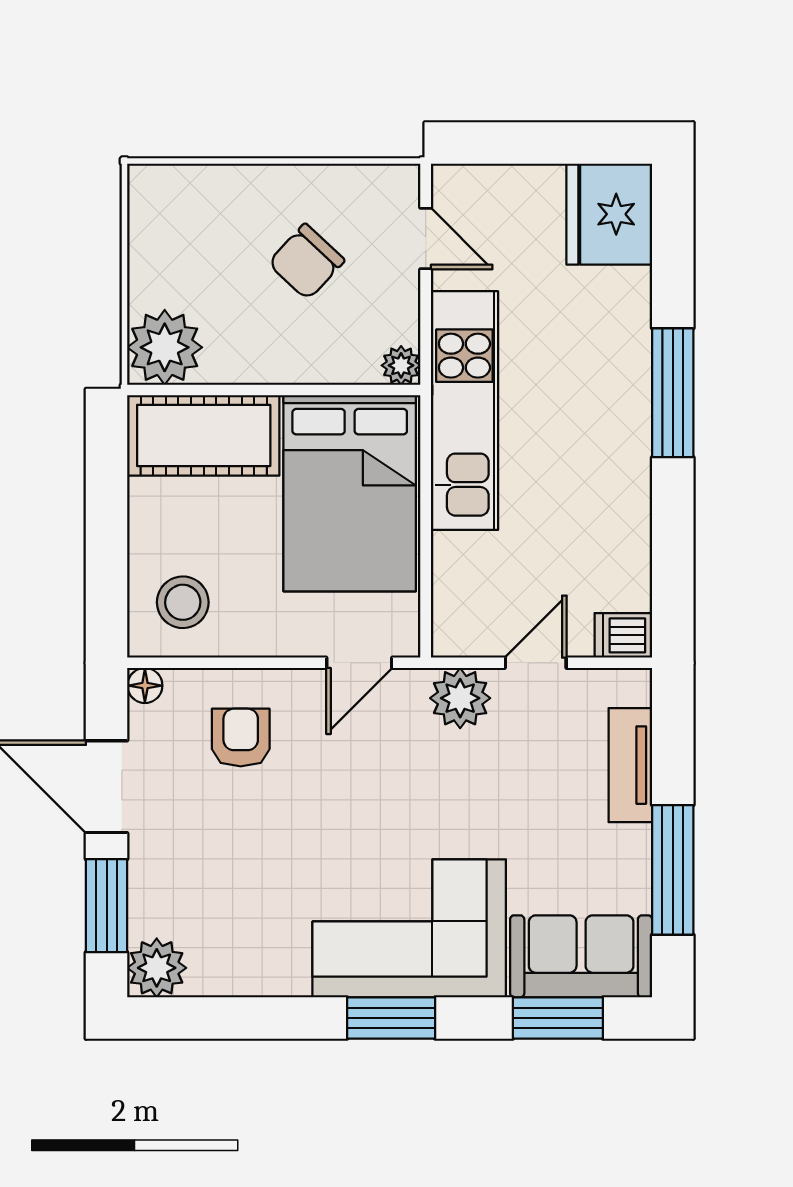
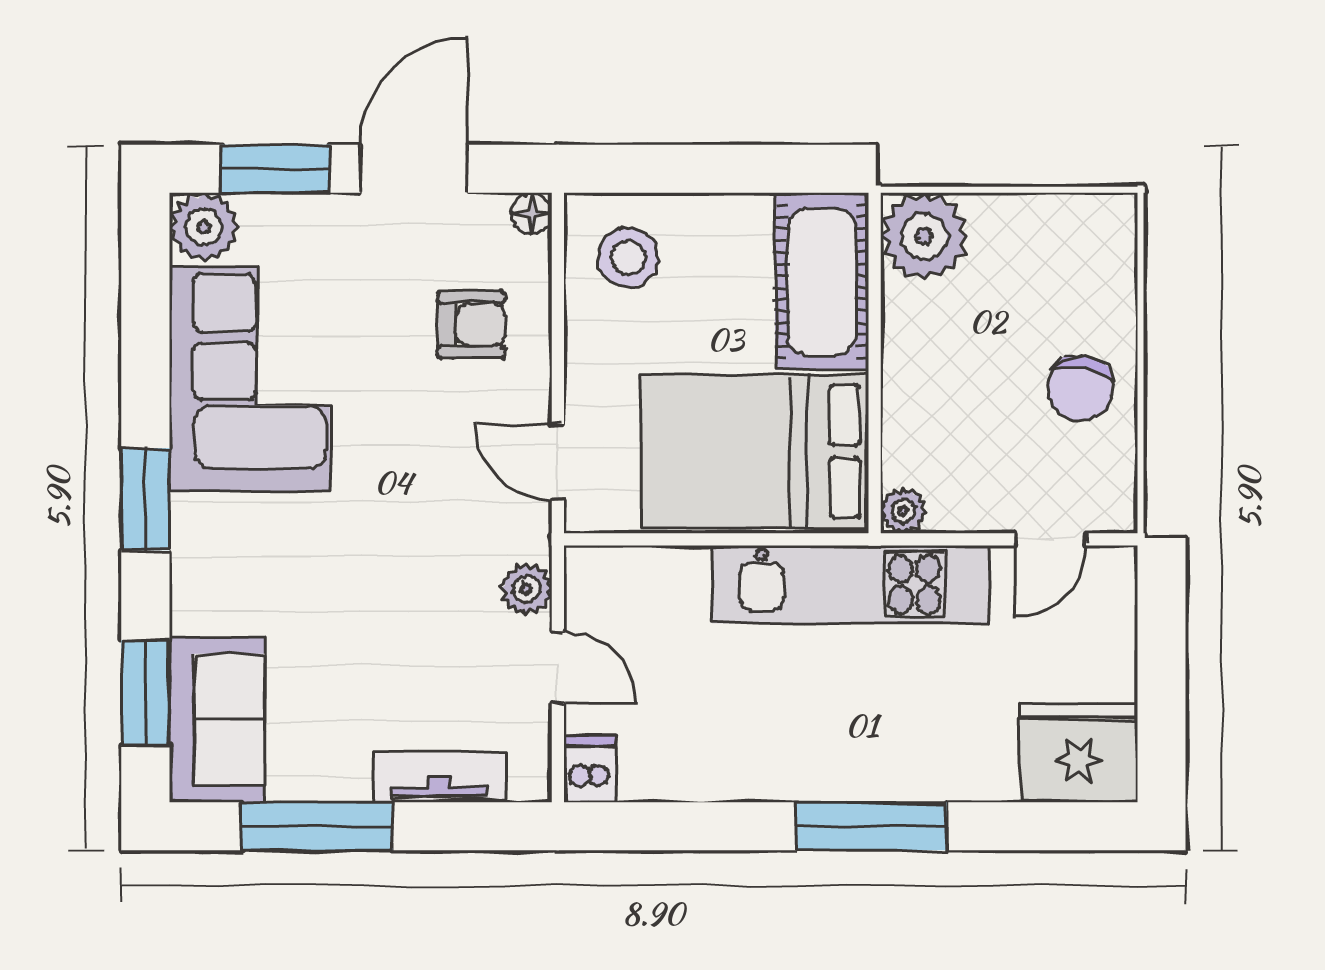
chair: (306, 262) -> (1080, 389), moved, turned -122
plant: (460, 698) -> (526, 589), width x0.73, depth x0.73
corner sofa: (409, 928) -> (249, 379), moved

